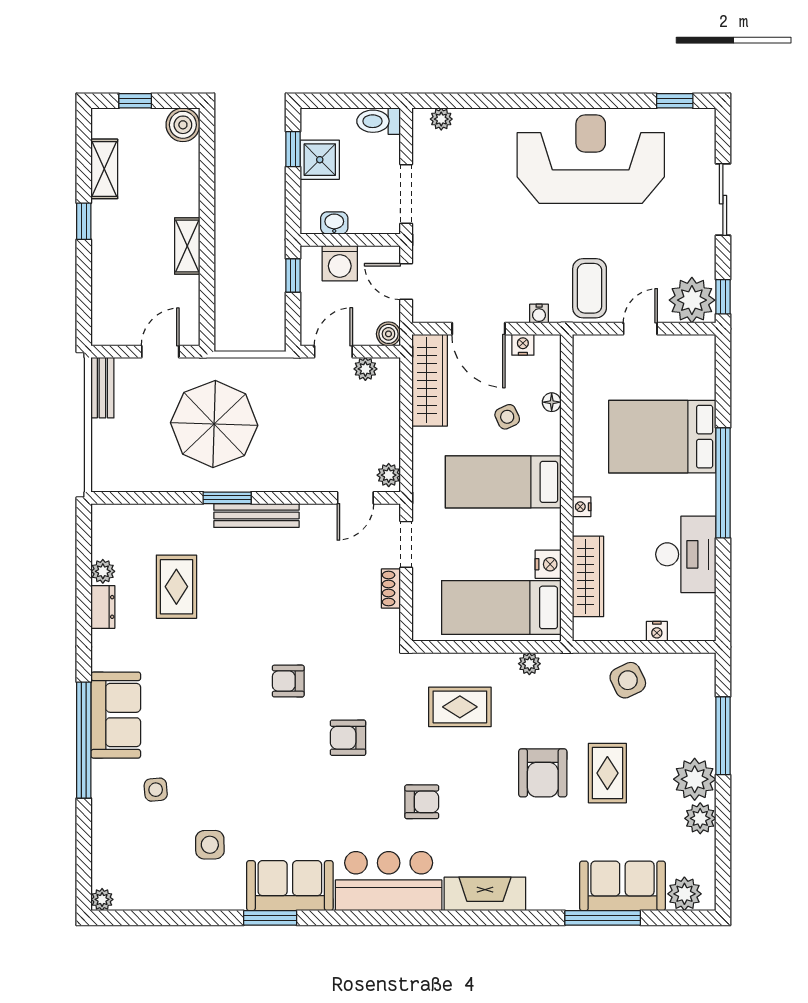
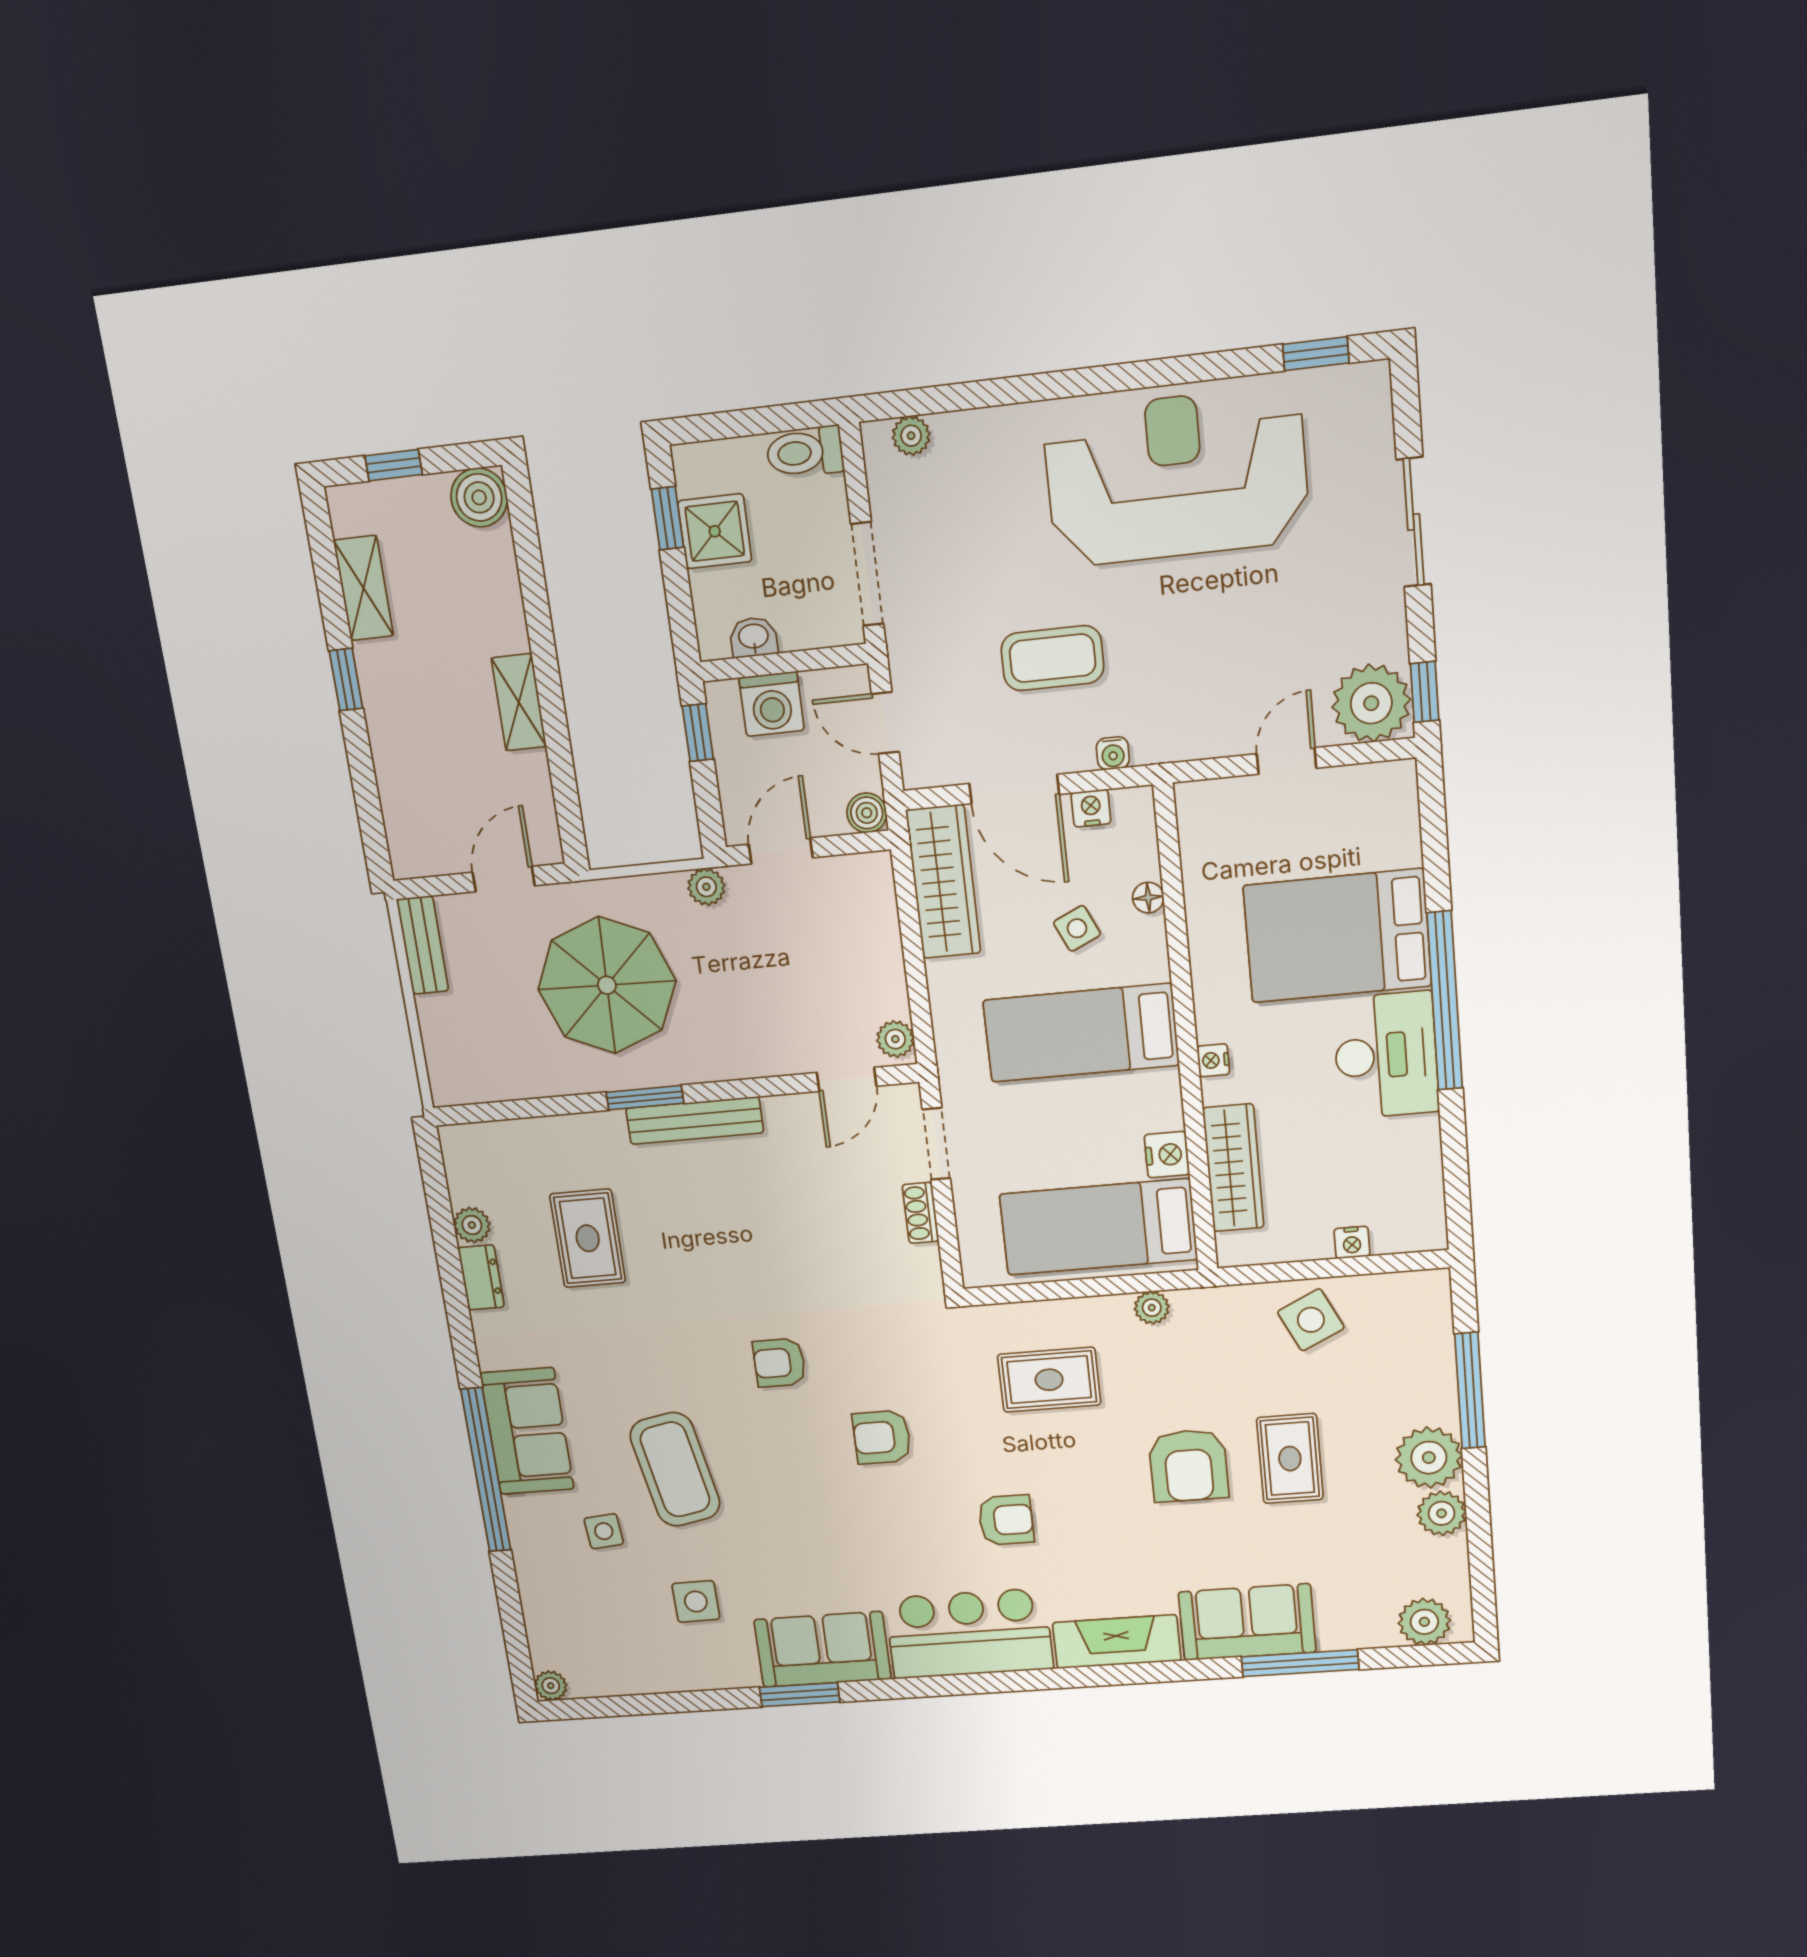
coffee table: (590, 288) -> (1053, 658), moved, turned 90
plant: (365, 369) -> (706, 887), moved
desk: (686, 554) -> (1386, 1055), moved
coffee table: (210, 750) -> (675, 1469), added
sofa: (622, 886) -> (1247, 1622), moved

